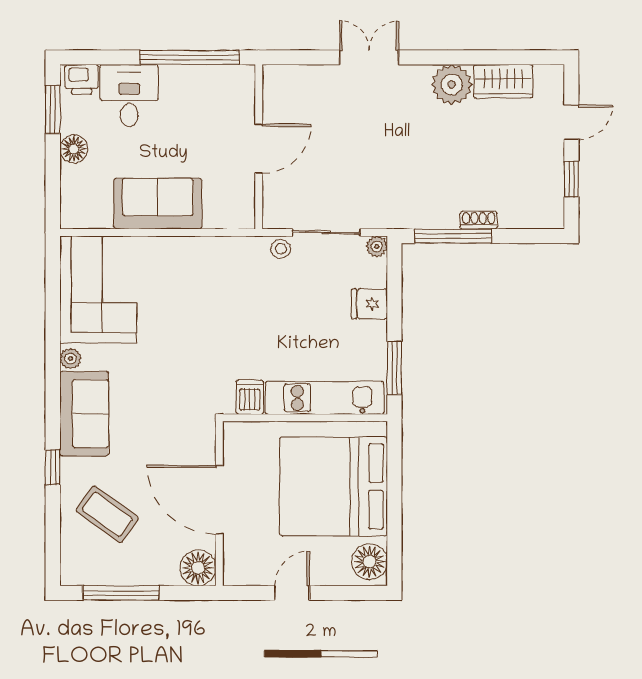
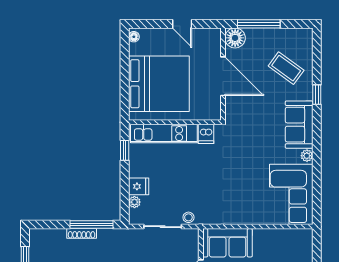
sofa: (158, 204) -> (227, 243), moved
shoe rack: (479, 220) -> (82, 233), width x1.43
plant: (377, 246) -> (134, 202), moved
window: (394, 368) -> (125, 150), width x0.67
floor lamp: (370, 562) -> (134, 37), width x0.53, depth x0.53
window: (121, 593) -> (259, 24), moved
door: (292, 593) -> (182, 24), hinge flipped

